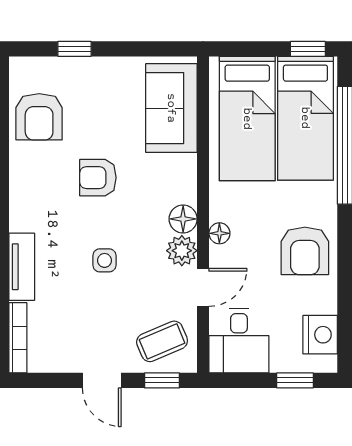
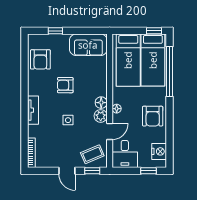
sofa: (171, 108) -> (88, 45), moved, turned -90
tv unit: (22, 267) -> (33, 110), moved

